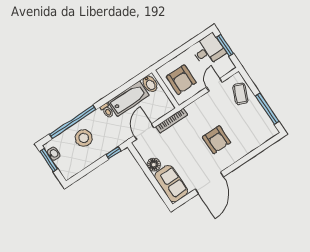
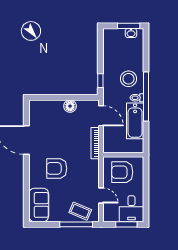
bidet: (150, 84) -> (135, 145), removed
window: (267, 109) -> (76, 224), moved
window: (73, 122) -> (146, 97), moved
stool: (84, 138) -> (128, 79), moved
sofa: (171, 184) -> (39, 205), moved, turned -90

